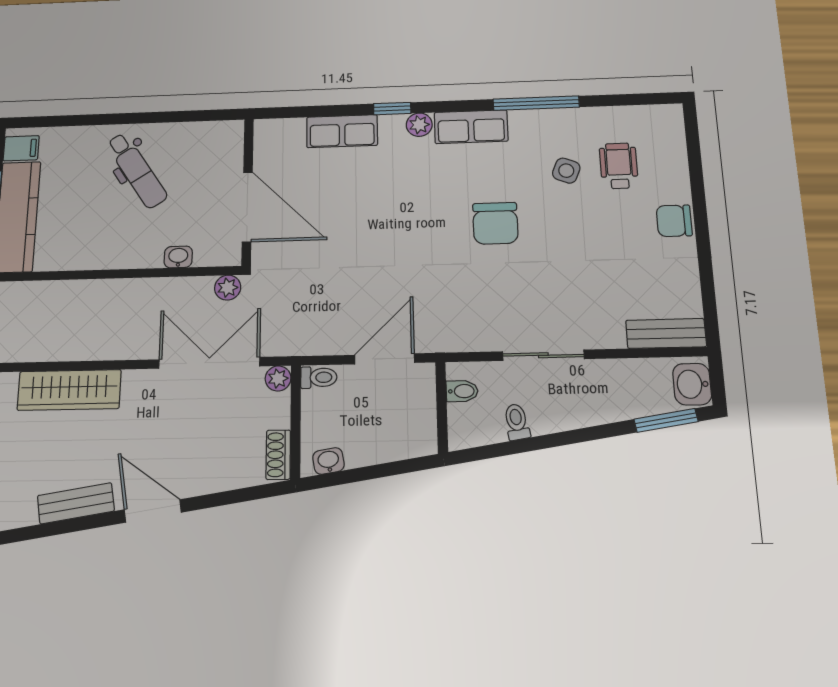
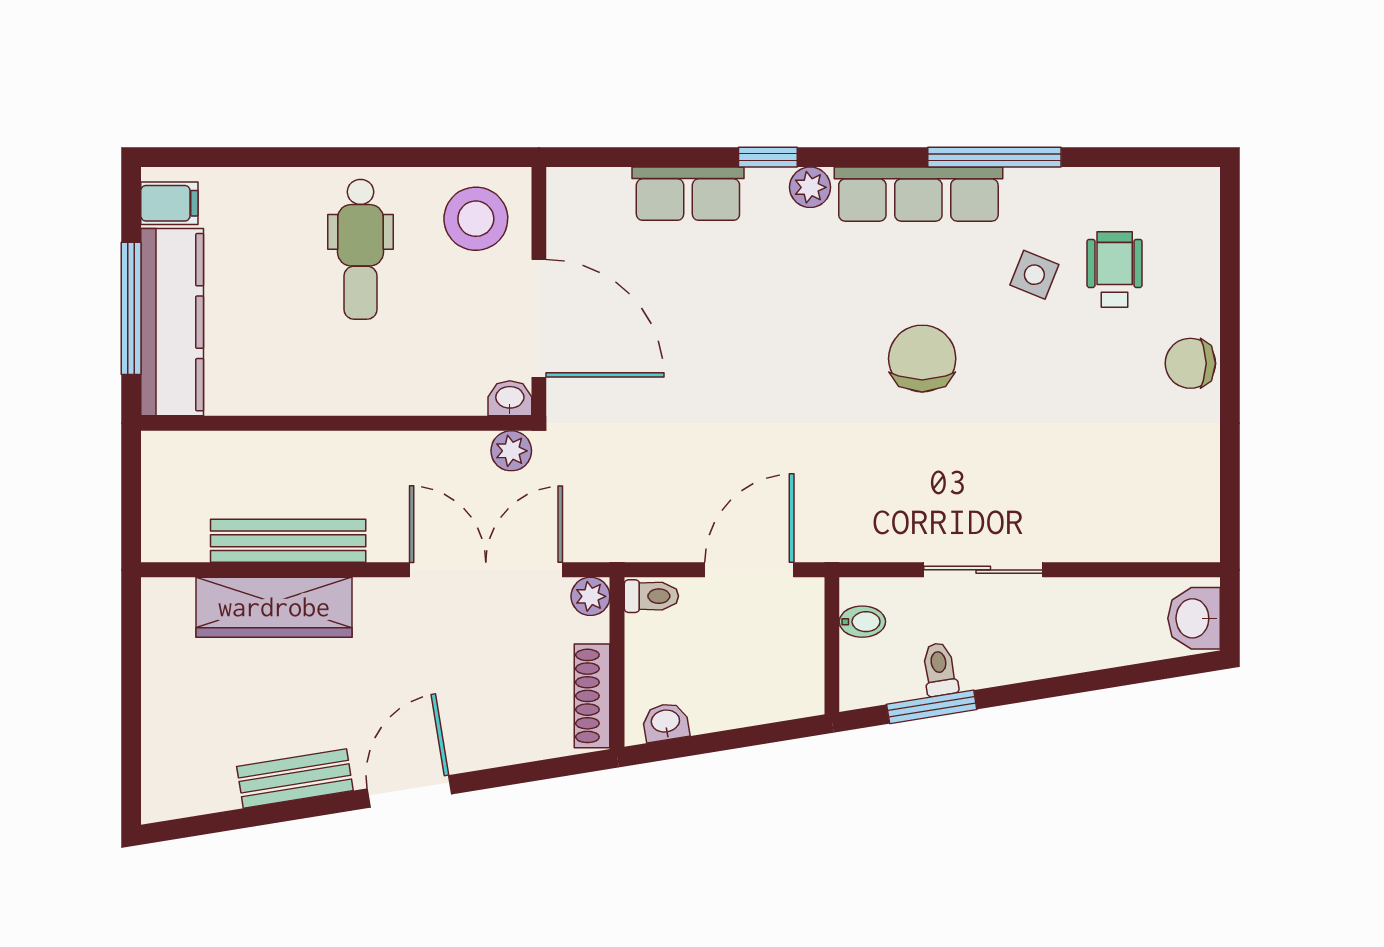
row of seats: (471, 127) -> (918, 194), width x1.48
stool: (209, 150) -> (476, 219), added
dental chair: (137, 170) -> (360, 249), turned 33
chair: (495, 223) -> (922, 359), turned 180
washbasin: (178, 257) -> (510, 398), moved
bench: (666, 333) -> (288, 541), moved, width x1.36
window: (666, 420) -> (932, 707), moved
shoe rack: (278, 455) -> (592, 696), width x1.43
door: (153, 511) -> (409, 791), hinge flipped

